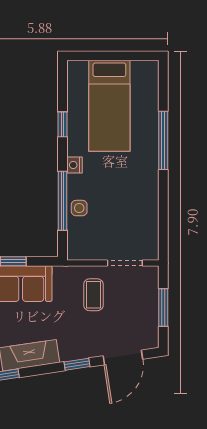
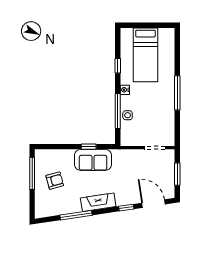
window: (163, 140) -> (177, 93), moved
coffee table: (93, 295) -> (136, 167), removed
door: (123, 357) -> (153, 204), swing flipped

